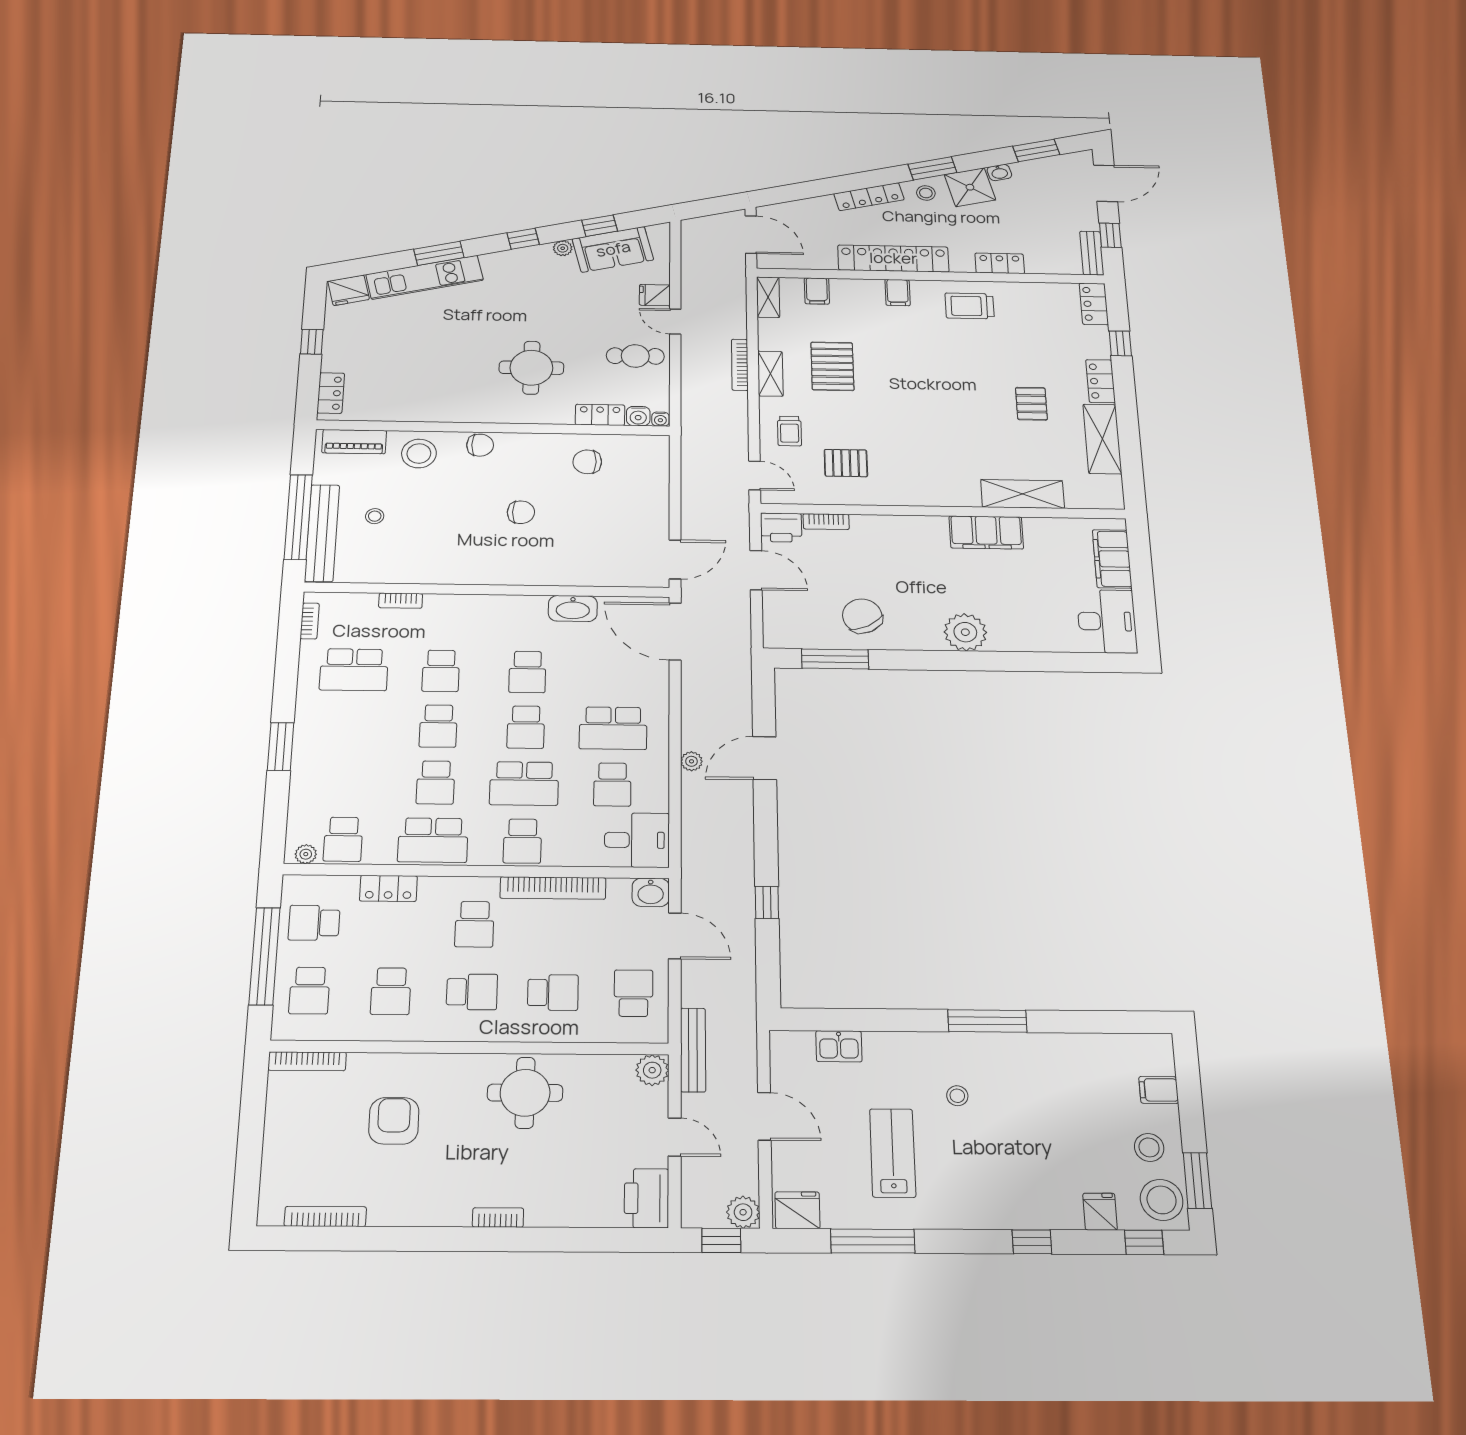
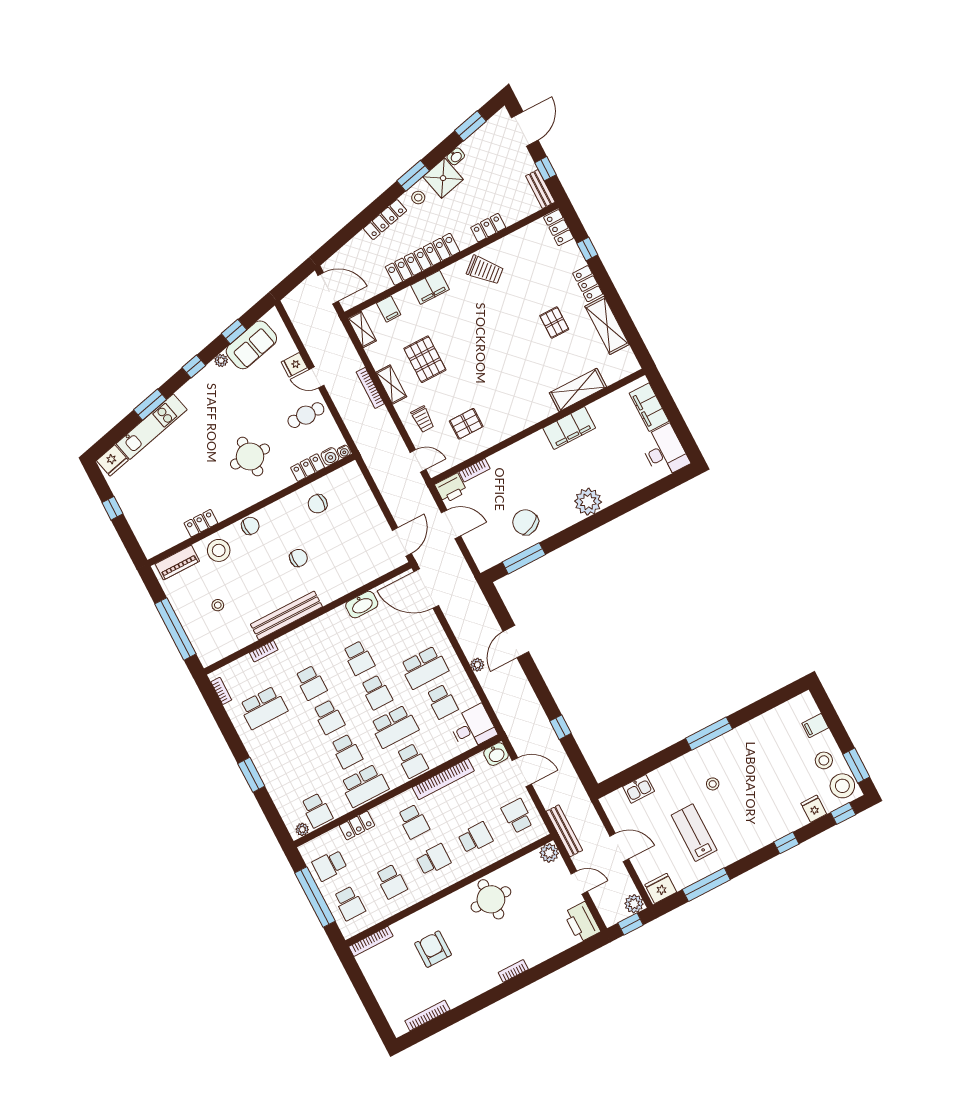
filing cabinet: (898, 293) -> (430, 287), width x2.00
trolley: (970, 306) -> (485, 270), turned -131
locker: (331, 393) -> (201, 523), moved, turned -90
bench: (322, 533) -> (286, 615), moved, turned 90

